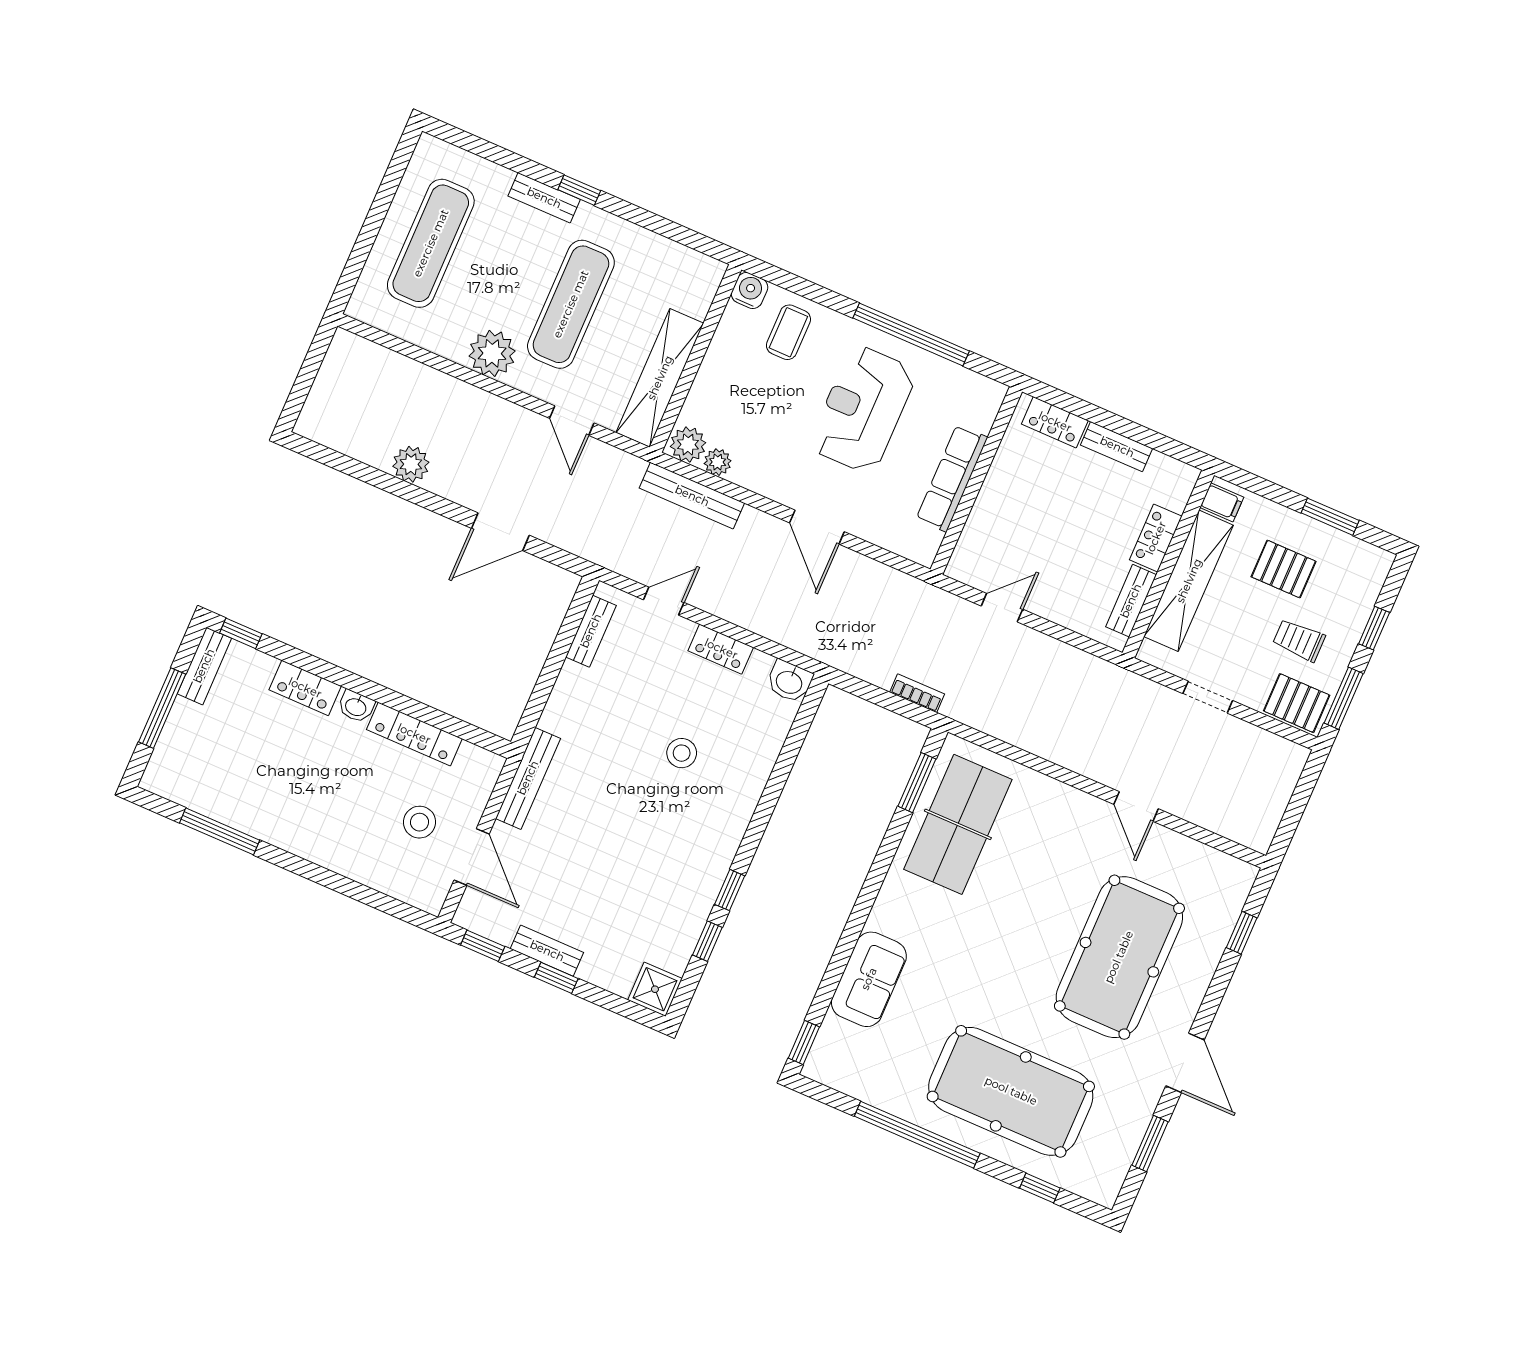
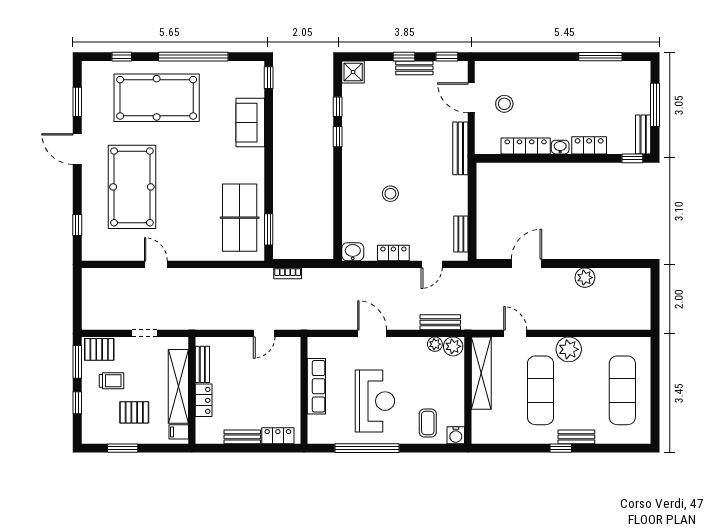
bench: (692, 496) -> (440, 322), width x0.73

